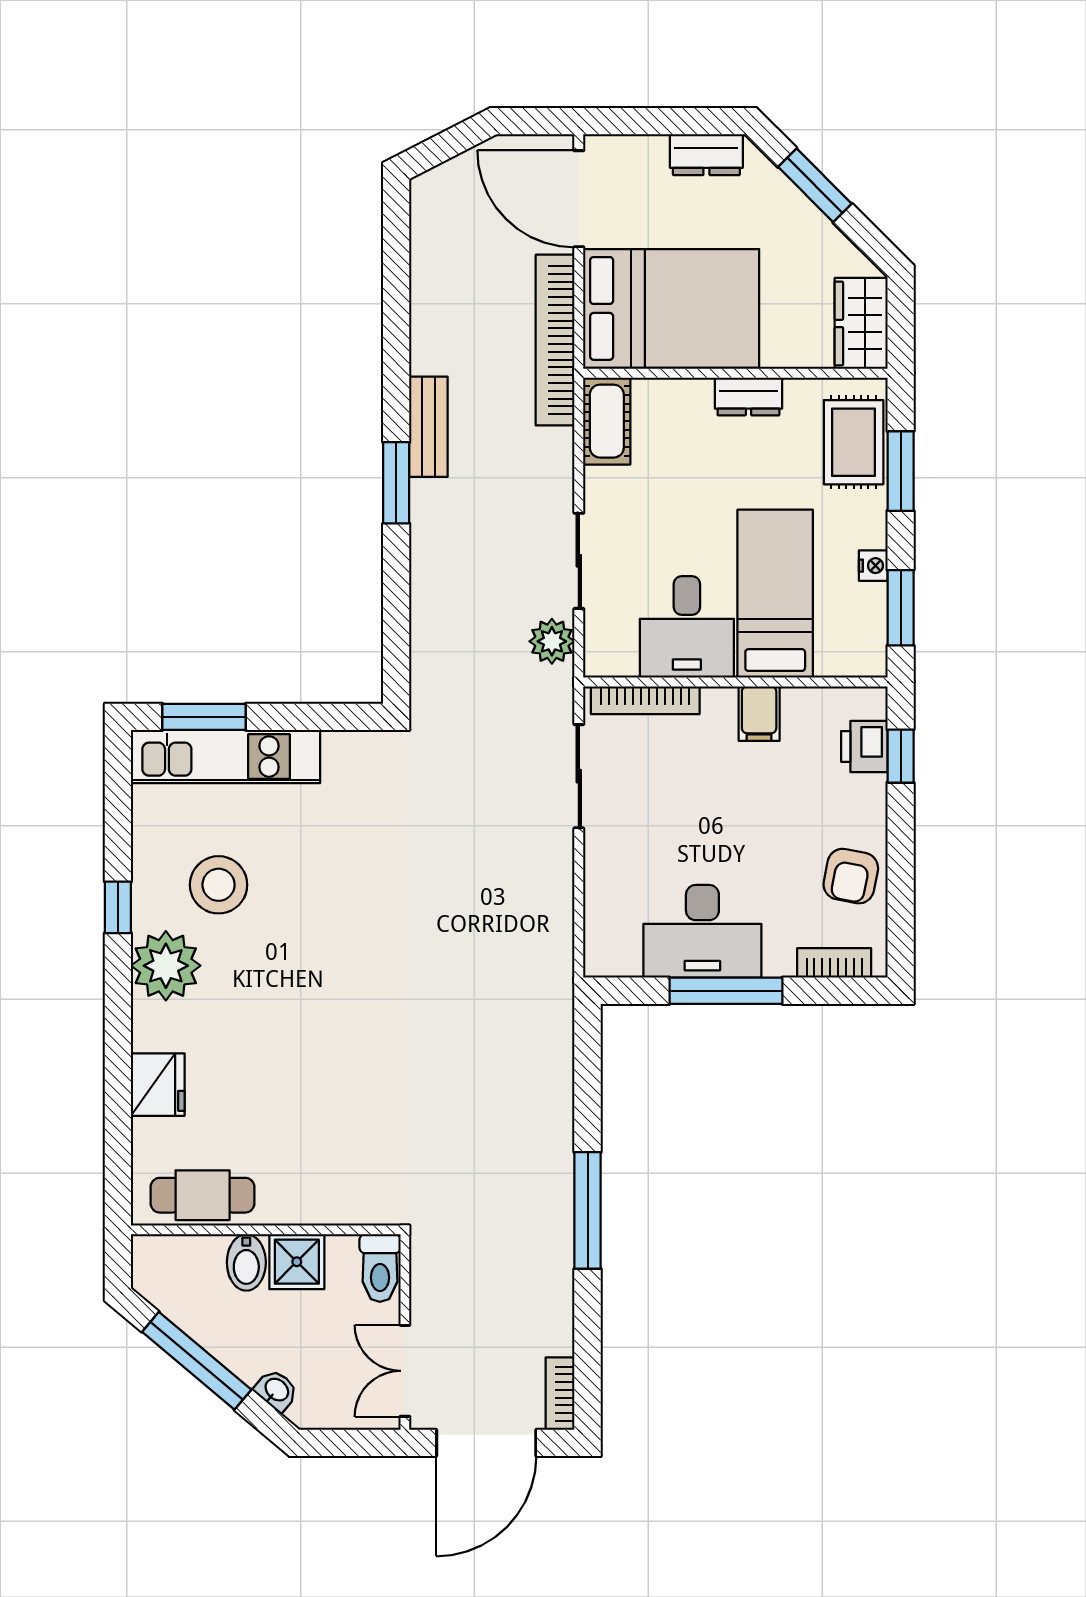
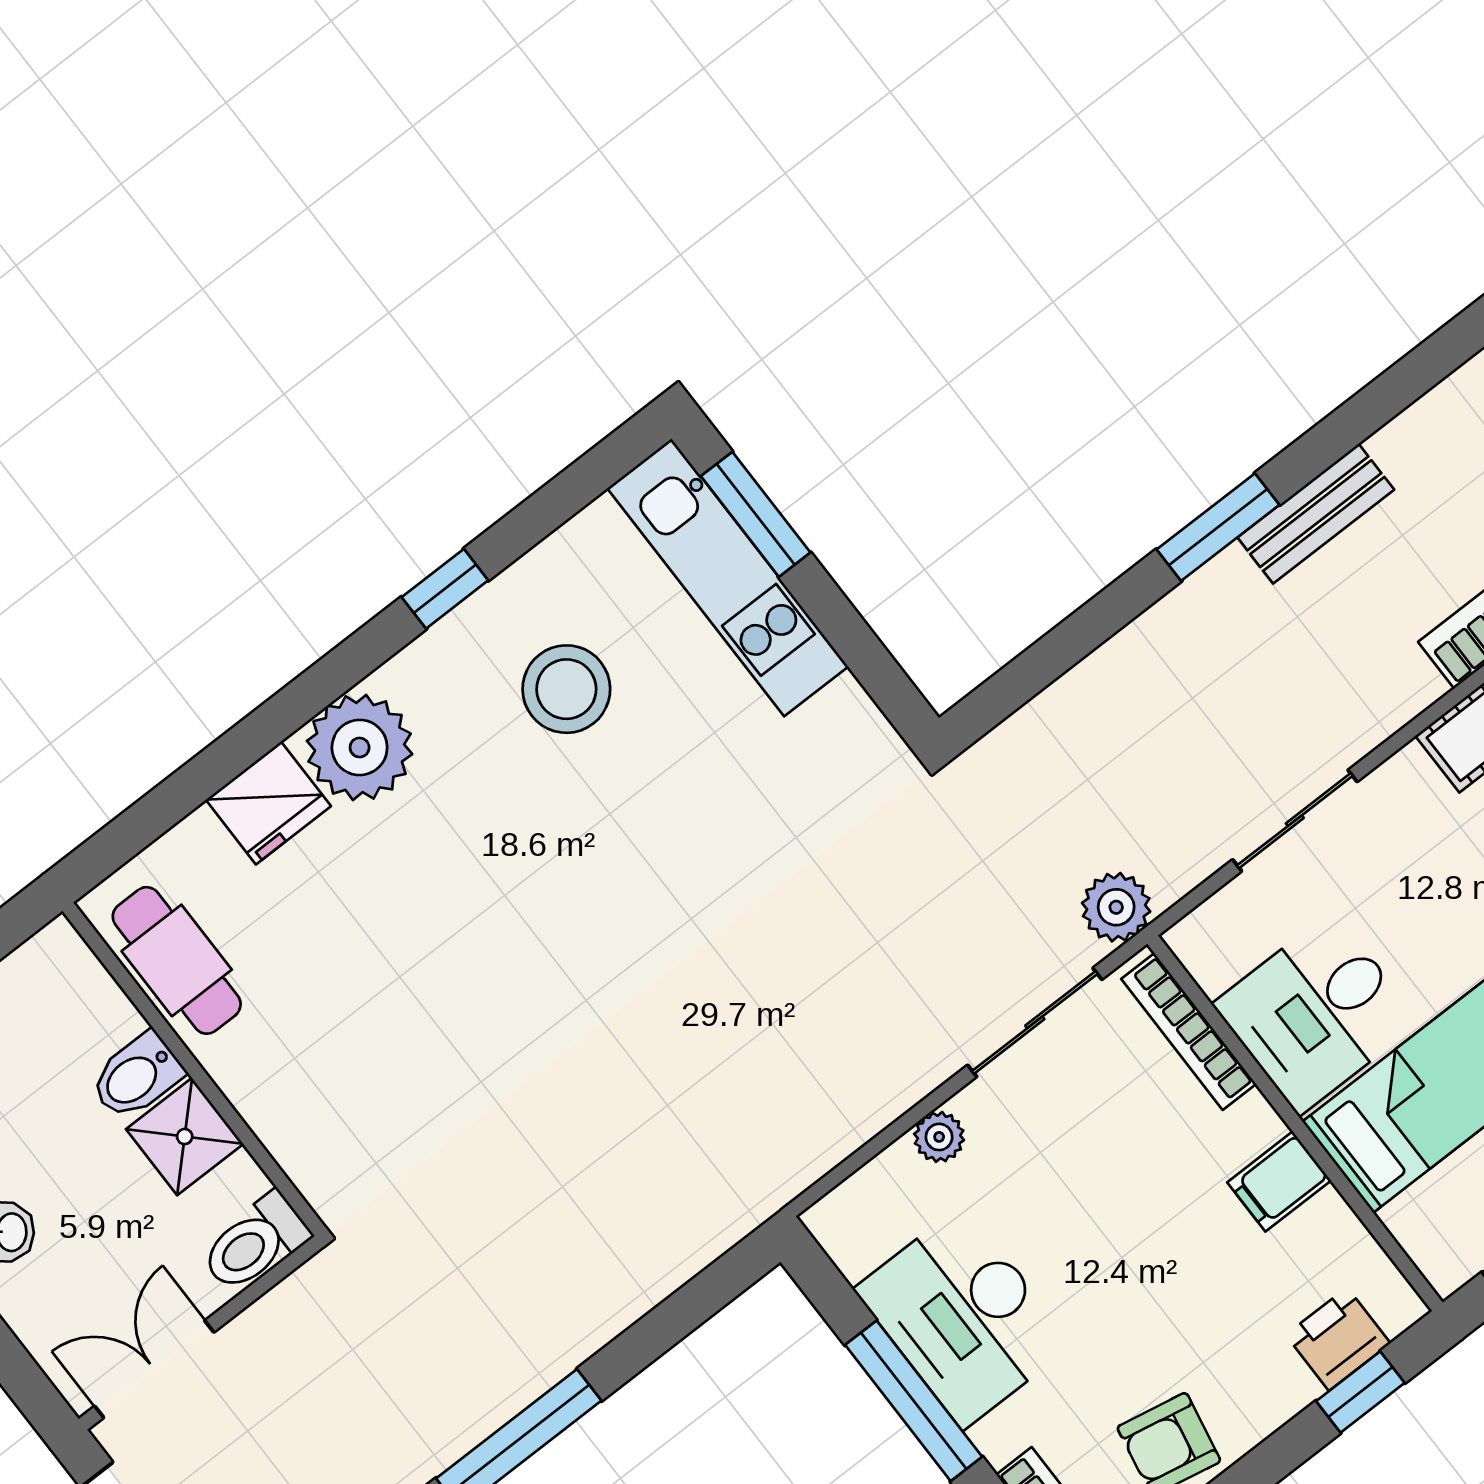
plant: (552, 641) -> (1116, 907), moved
plant: (600, 872) -> (939, 1137), added
plant: (166, 966) -> (360, 747), moved

